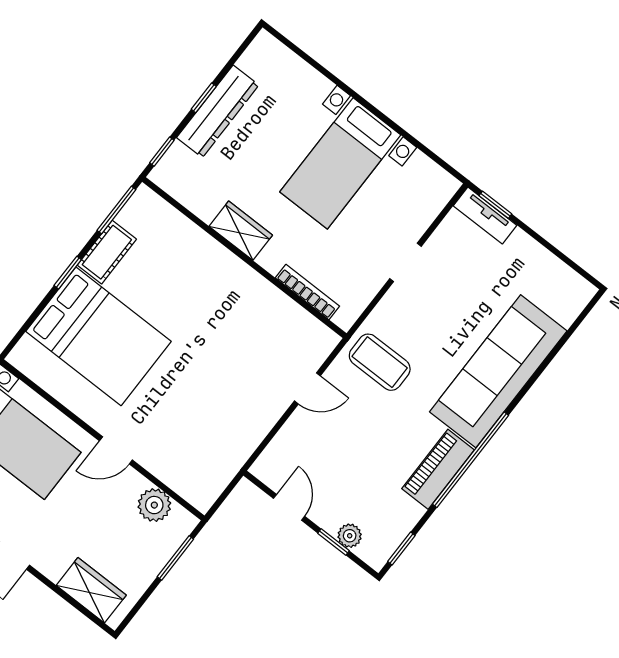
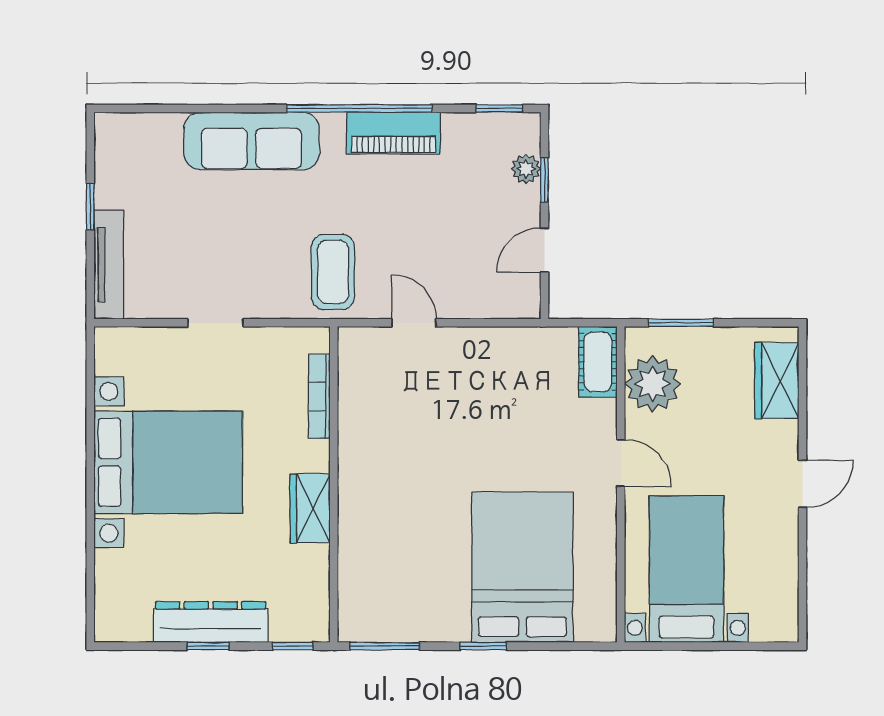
bed with nightstands: (340, 163) -> (168, 462), width x1.36
window: (495, 205) -> (90, 207), moved
tv unit: (485, 216) -> (109, 265), width x1.41
cot: (107, 252) -> (598, 362), moved, turned 90
sofa: (498, 371) -> (251, 141), width x0.74, depth x0.79
plant: (154, 505) -> (653, 384), width x1.36, depth x1.36

